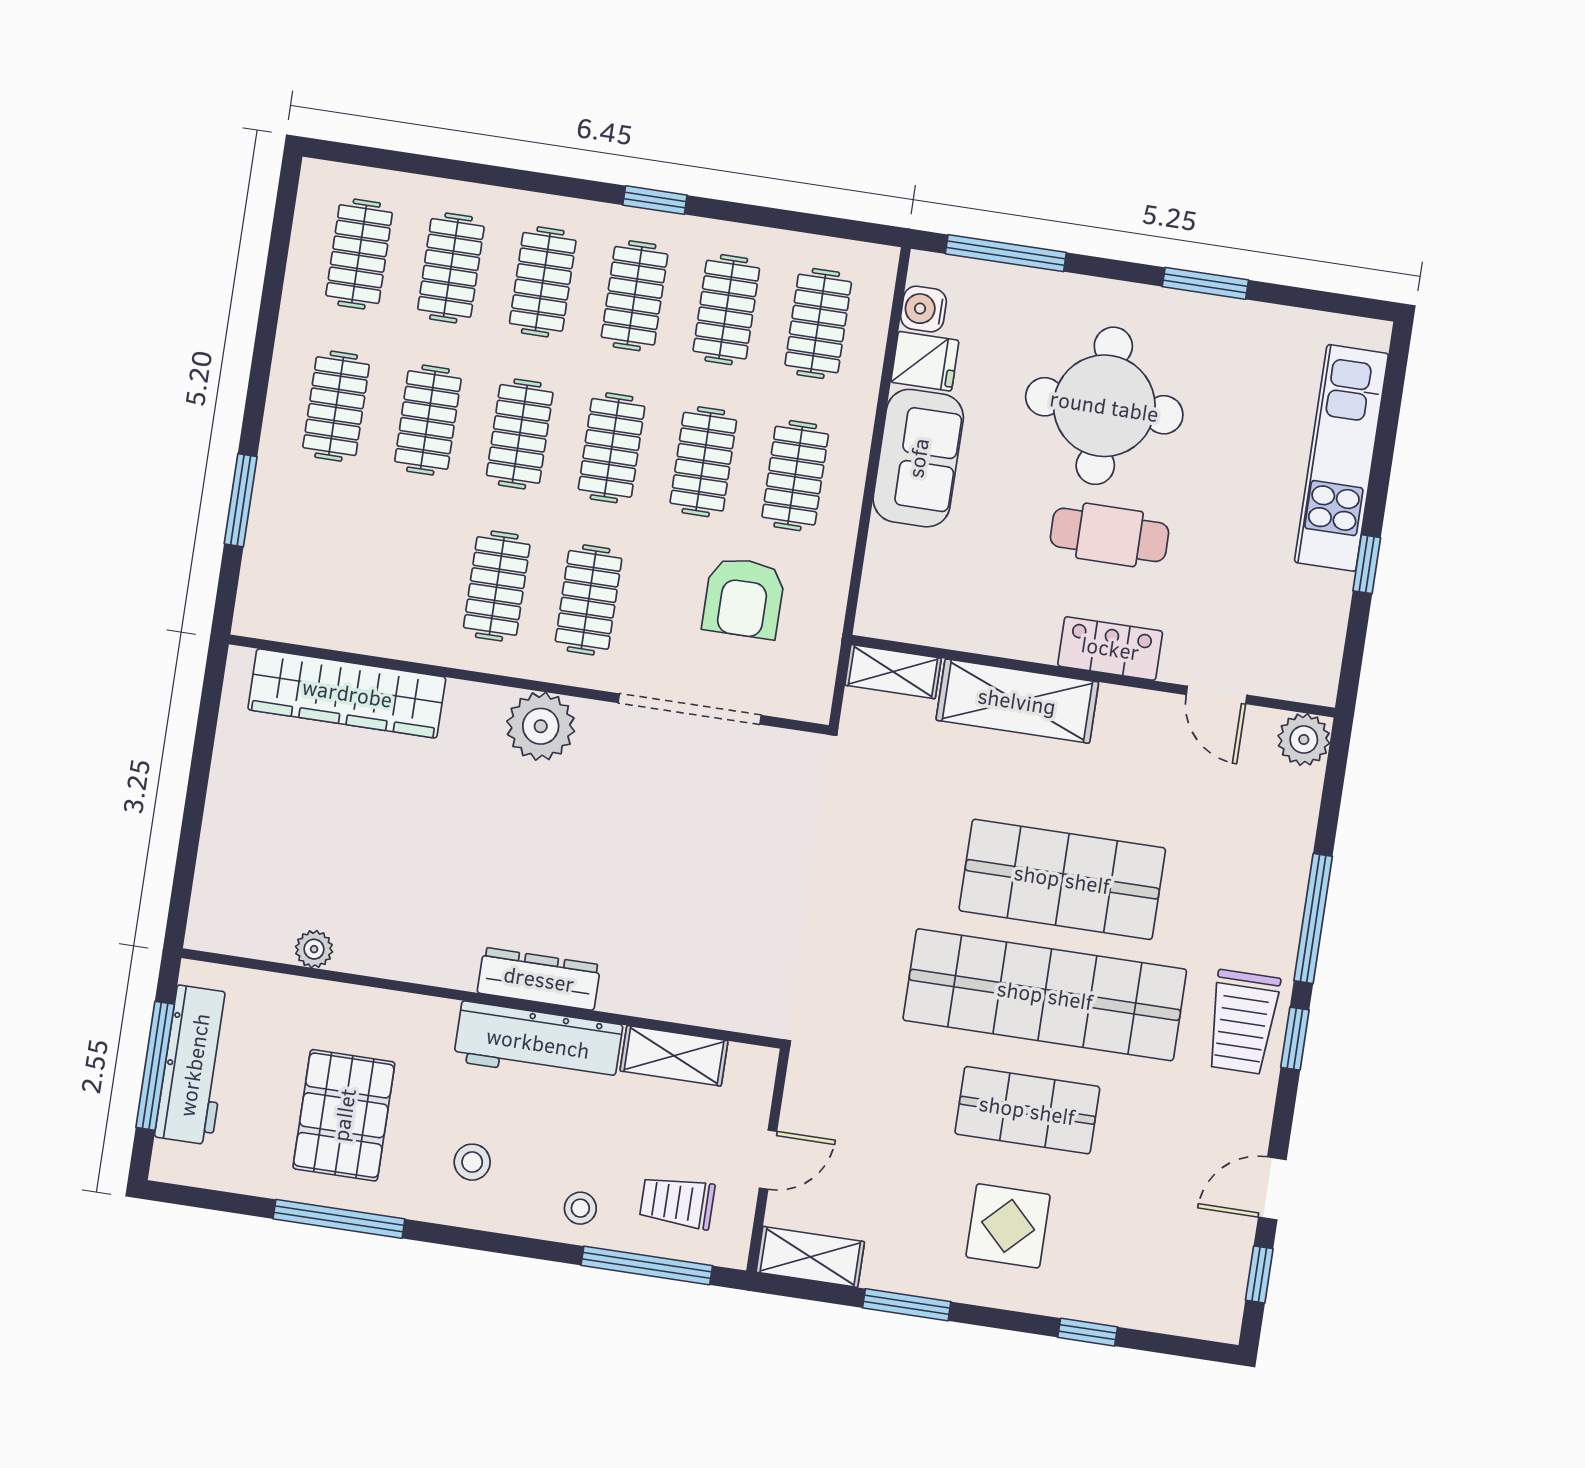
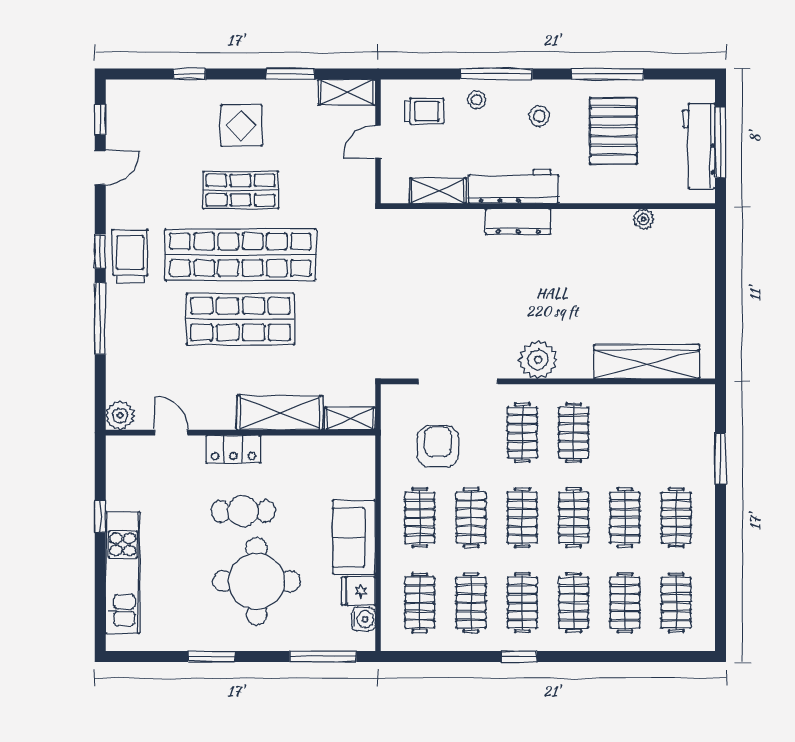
window: (647, 1265) -> (496, 74), moved

